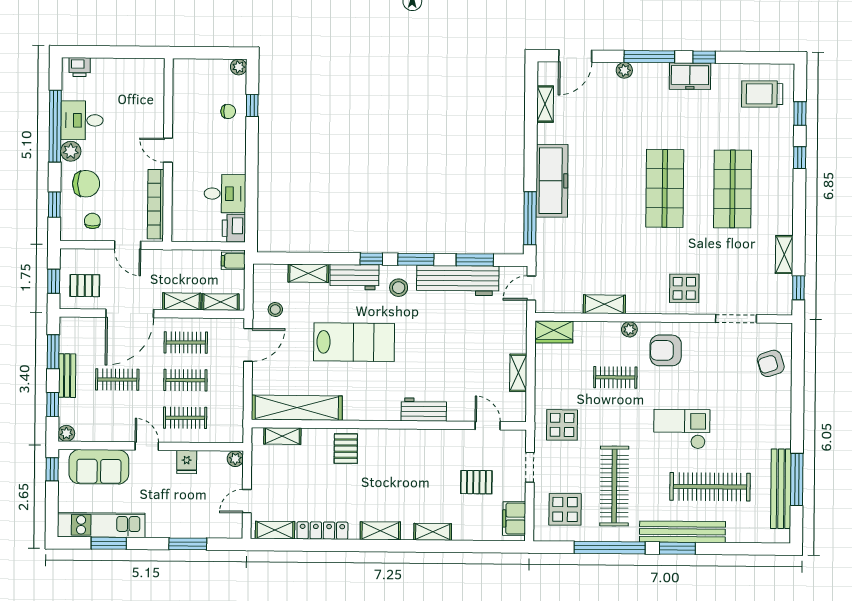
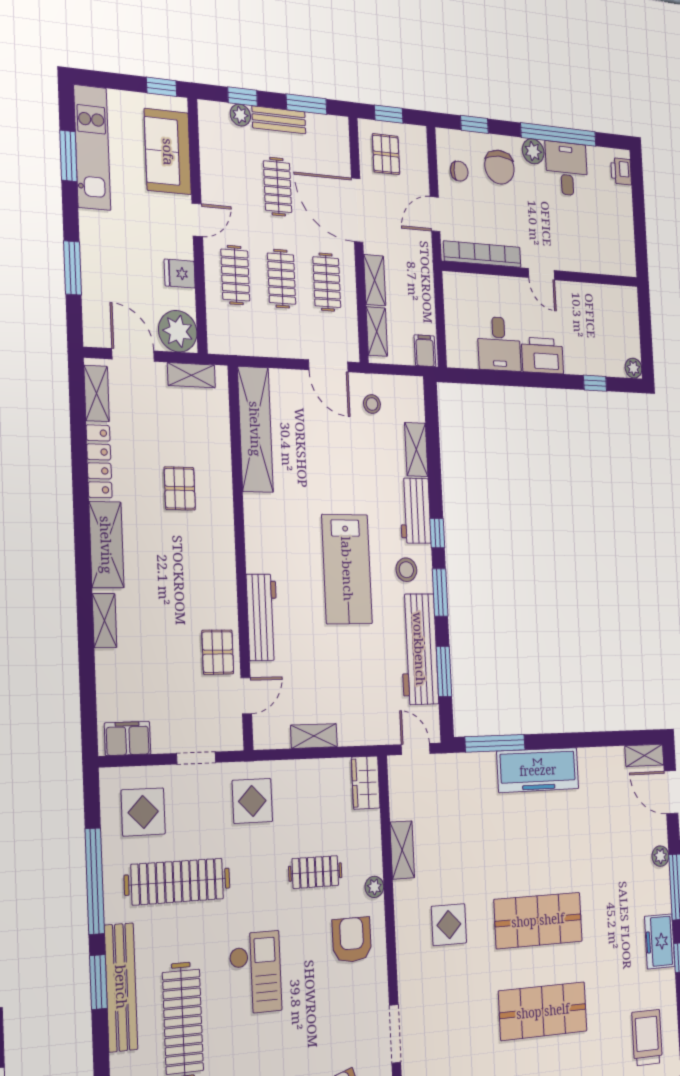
shelving: (545, 104) -> (644, 755), moved
chair: (228, 111) -> (587, 353), removed
door: (168, 150) -> (541, 274), swing flipped
printer: (234, 228) -> (542, 355), moved, width x1.37, depth x1.19
display table: (684, 288) -> (449, 925), moved
lab bench: (354, 342) -> (347, 569), moved
clothes rail: (615, 377) -> (315, 872), turned 90
workbench: (424, 410) -> (262, 617), width x1.38
plant: (66, 433) -> (240, 115), moved
shelving: (282, 436) -> (191, 375), moved, turned 90
pallet: (346, 449) -> (180, 488), moved, turned 90
plant: (235, 459) -> (178, 331), width x1.88, depth x1.88
pallet: (476, 482) -> (218, 652), moved
door: (247, 501) -> (133, 355), width x1.38
shelving: (380, 531) -> (106, 545), width x1.50, depth x1.33

